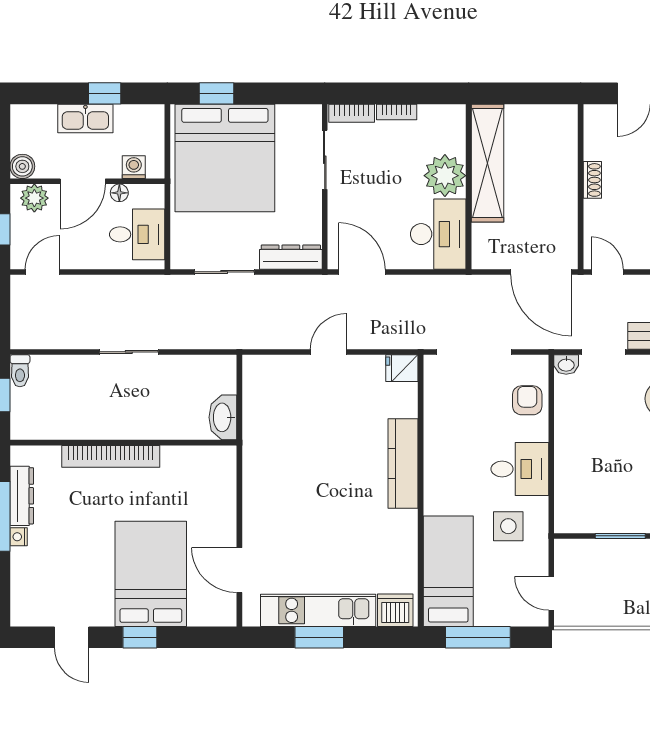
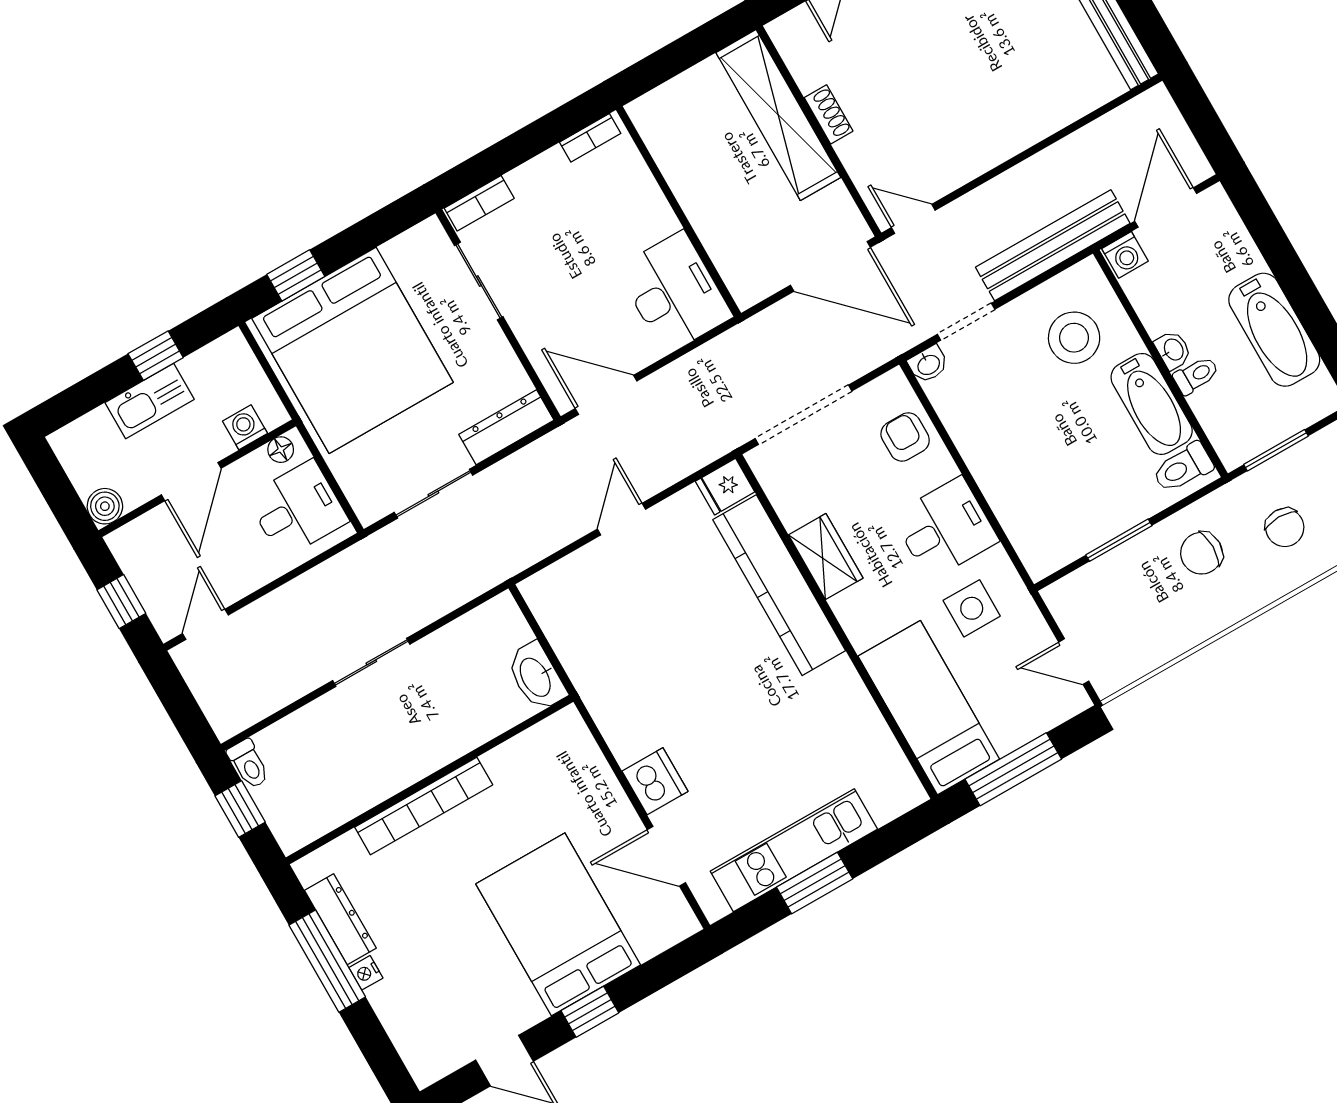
bookcase: (397, 112) -> (590, 138), moved
shelving: (487, 163) -> (778, 115), moved
plant: (445, 176) -> (641, 215), removed
floor lamp: (119, 193) -> (281, 450), moved
plant: (34, 198) -> (143, 537), removed
wardrobe: (438, 445) -> (826, 557), added
kitchen counter: (403, 463) -> (779, 585), width x1.39, depth x1.17
dishwasher: (395, 610) -> (655, 781), moved, turned 90

